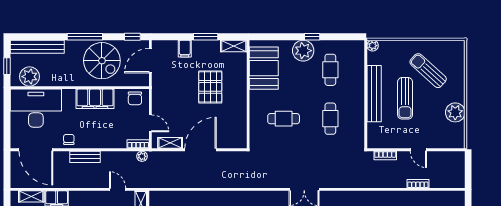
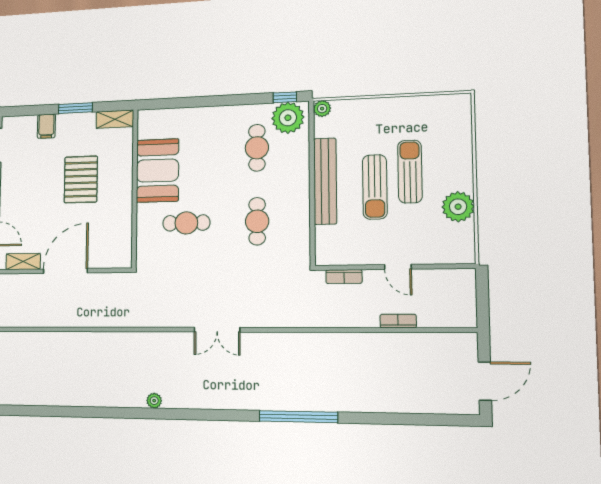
window: (312, 37) -> (285, 97), moved
plant: (303, 51) -> (288, 118), moved
booth: (264, 68) -> (158, 171), moved
sun lounger: (428, 71) -> (410, 172), moved, turned 48

